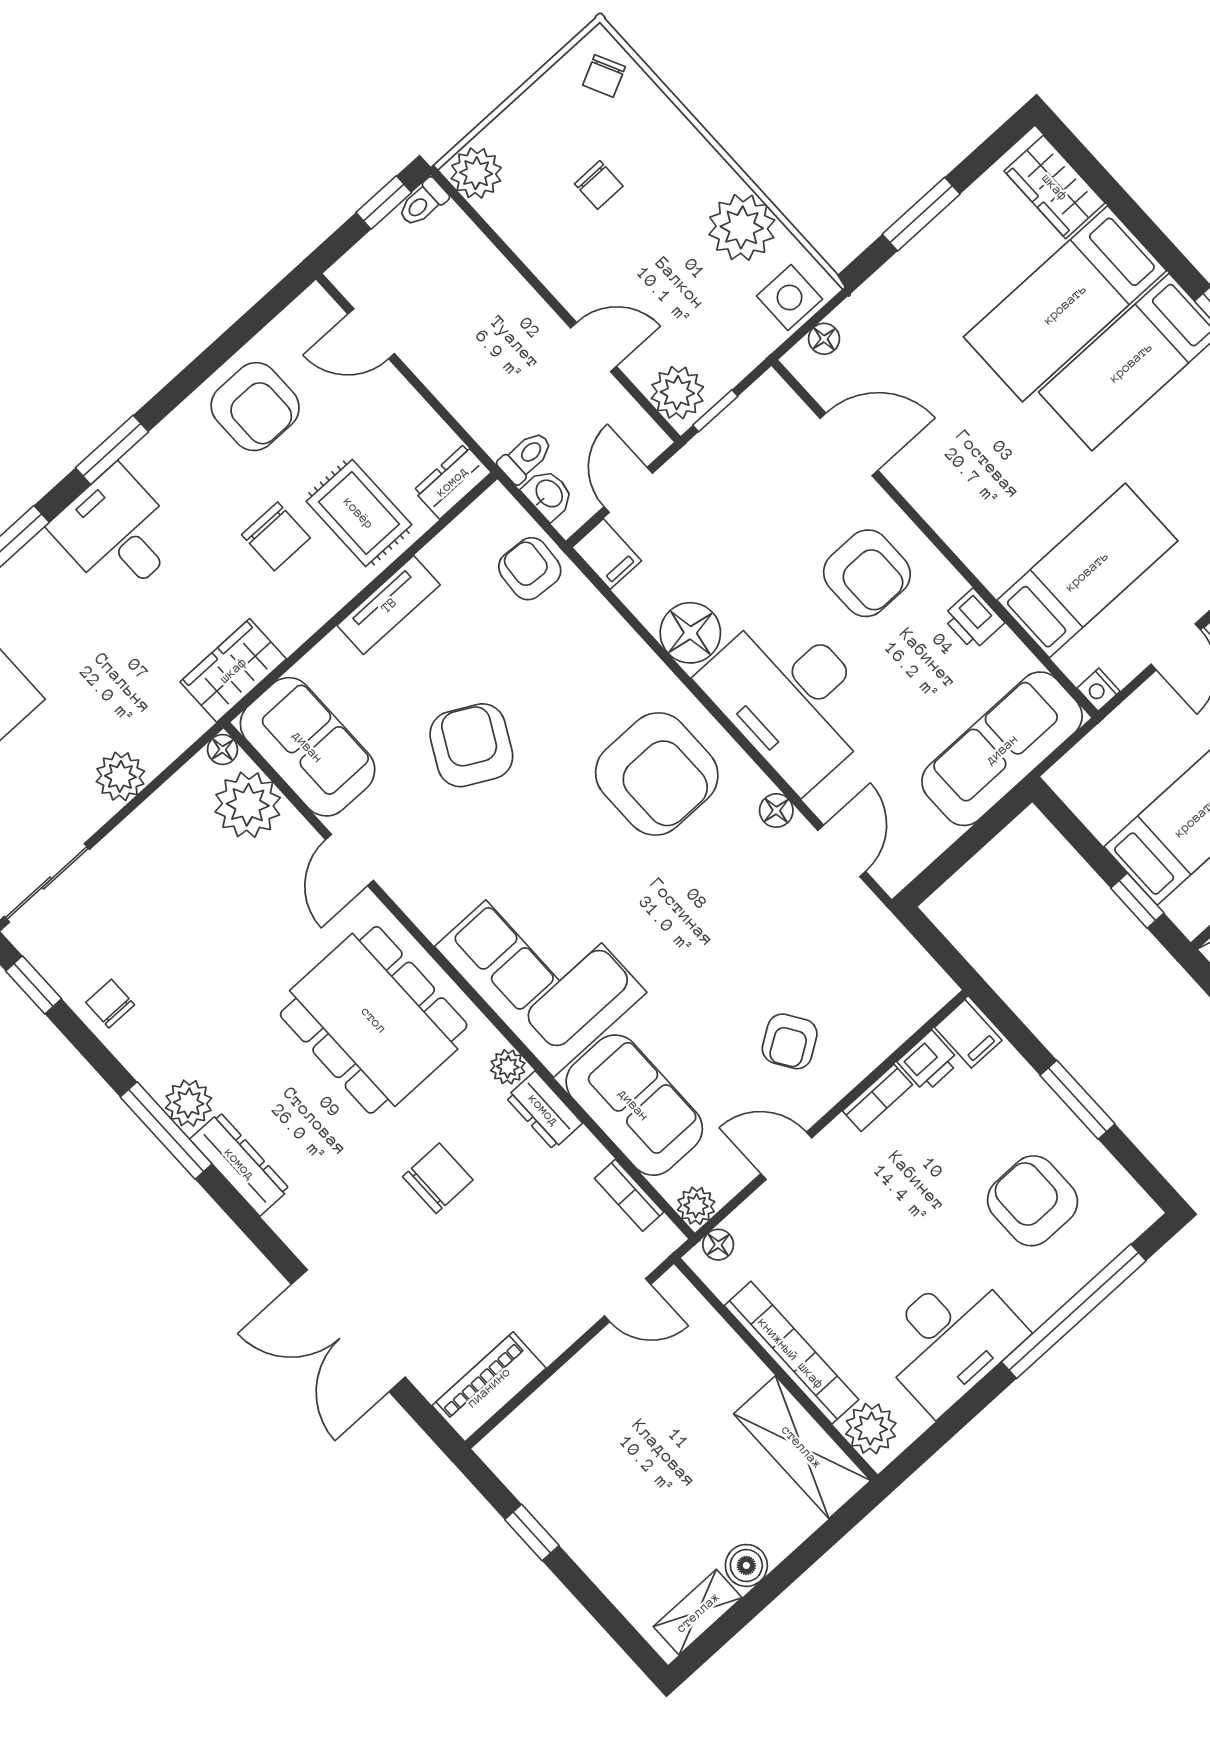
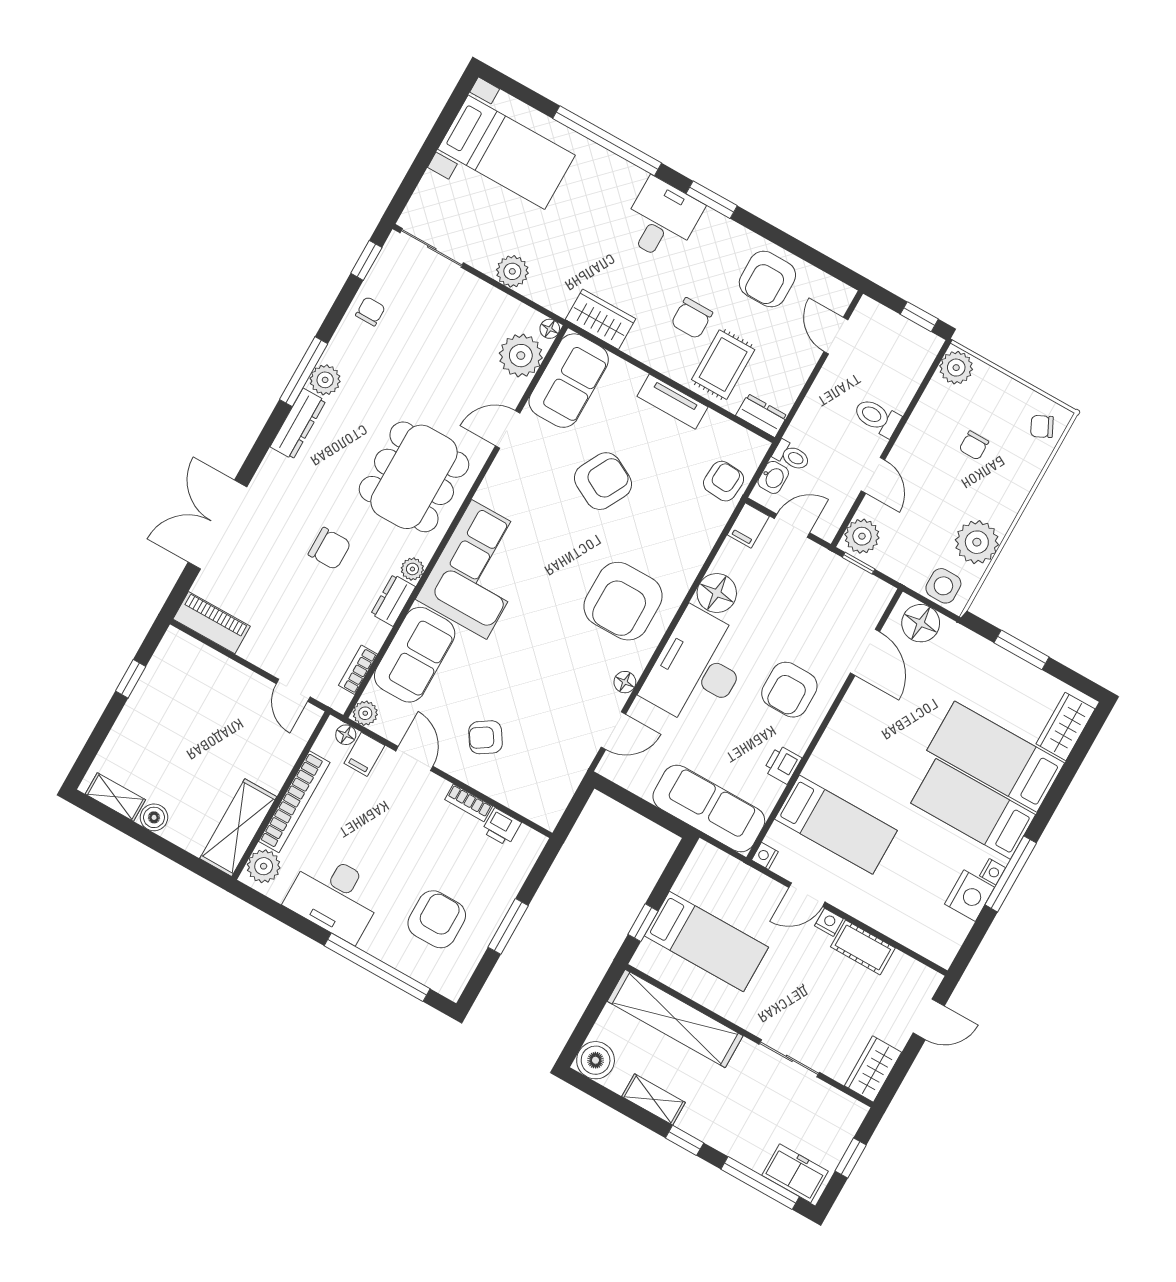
toilet: (423, 203) -> (877, 417), moved, width x1.37, depth x1.39
floor lamp: (824, 339) -> (921, 623), width x1.89, depth x1.89
filing cabinet: (968, 1034) -> (364, 754), moved

